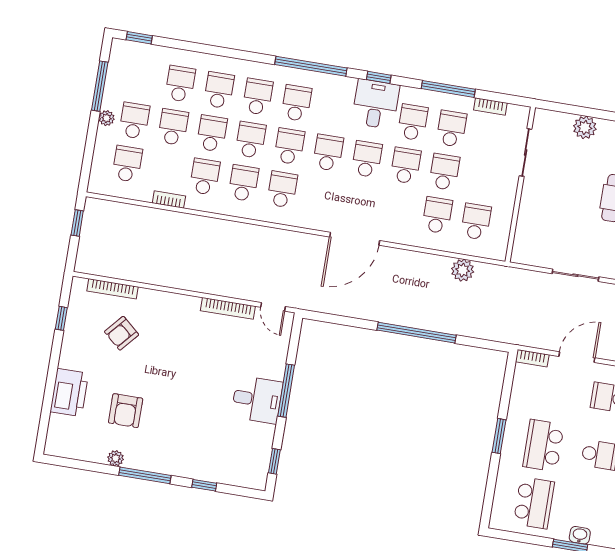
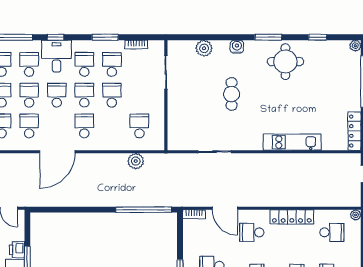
window: (448, 89) -> (105, 37), width x0.69
school desk: (335, 109) -> (29, 64), added
school desk: (321, 196) -> (29, 126), added
school desk: (437, 215) -> (84, 126), moved
window: (417, 333) -> (144, 210), moved
door: (577, 357) -> (225, 208), swing flipped
printer: (275, 367) -> (17, 250), added

